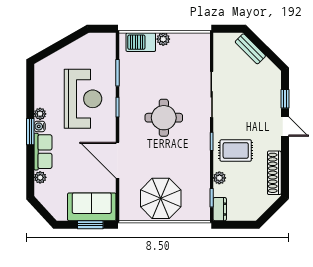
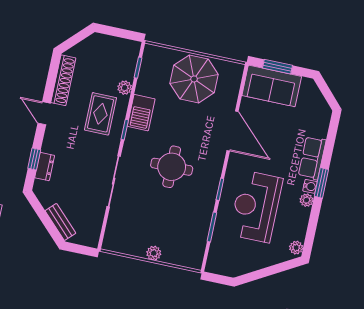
barbecue: (141, 42) -> (141, 113), moved, turned 90
door: (285, 127) -> (44, 113), moved
rug: (236, 151) -> (100, 114), turned 90
plant: (40, 177) -> (296, 248), moved
dresser: (220, 209) -> (45, 167), moved, turned 180

